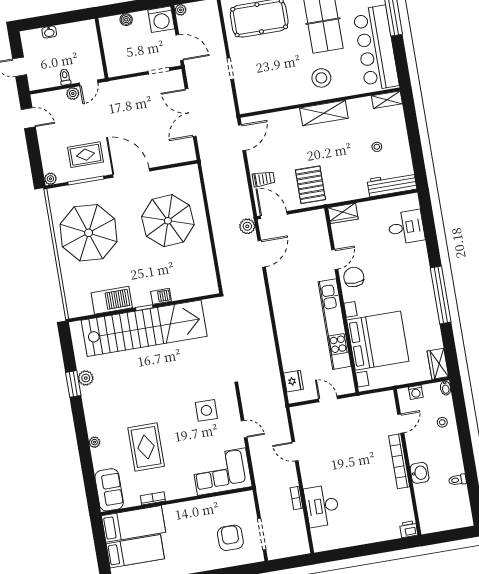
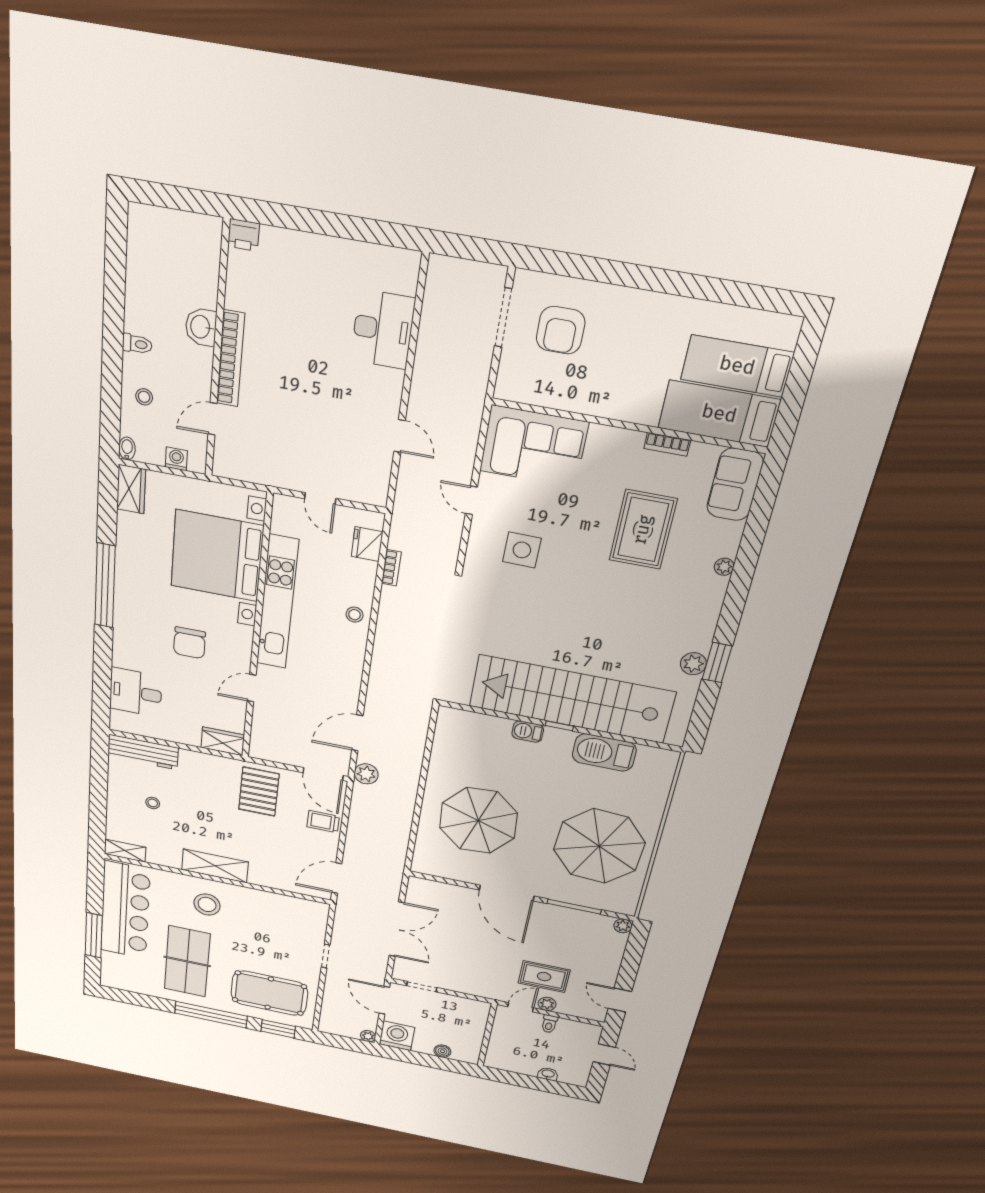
rug: (86, 155) -> (544, 977), moved
chair: (354, 277) -> (189, 643), moved
stool: (287, 334) -> (355, 615), added
toilet: (457, 480) -> (137, 344), moved
bookcase: (297, 498) -> (391, 568), moved

